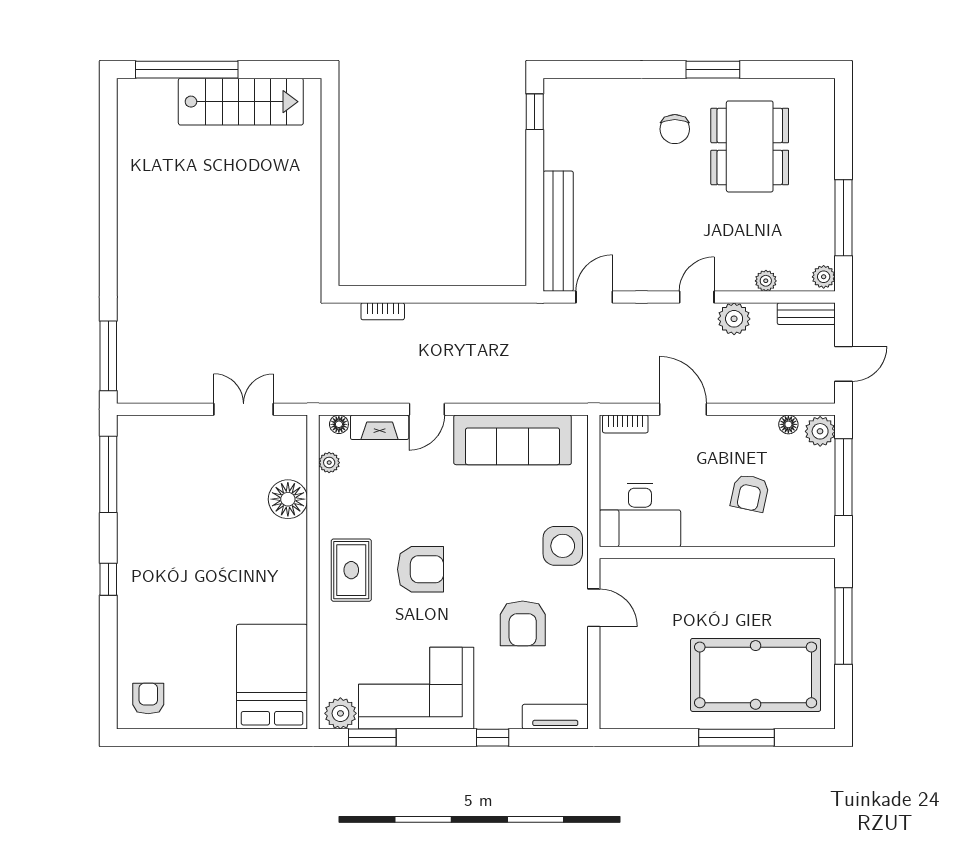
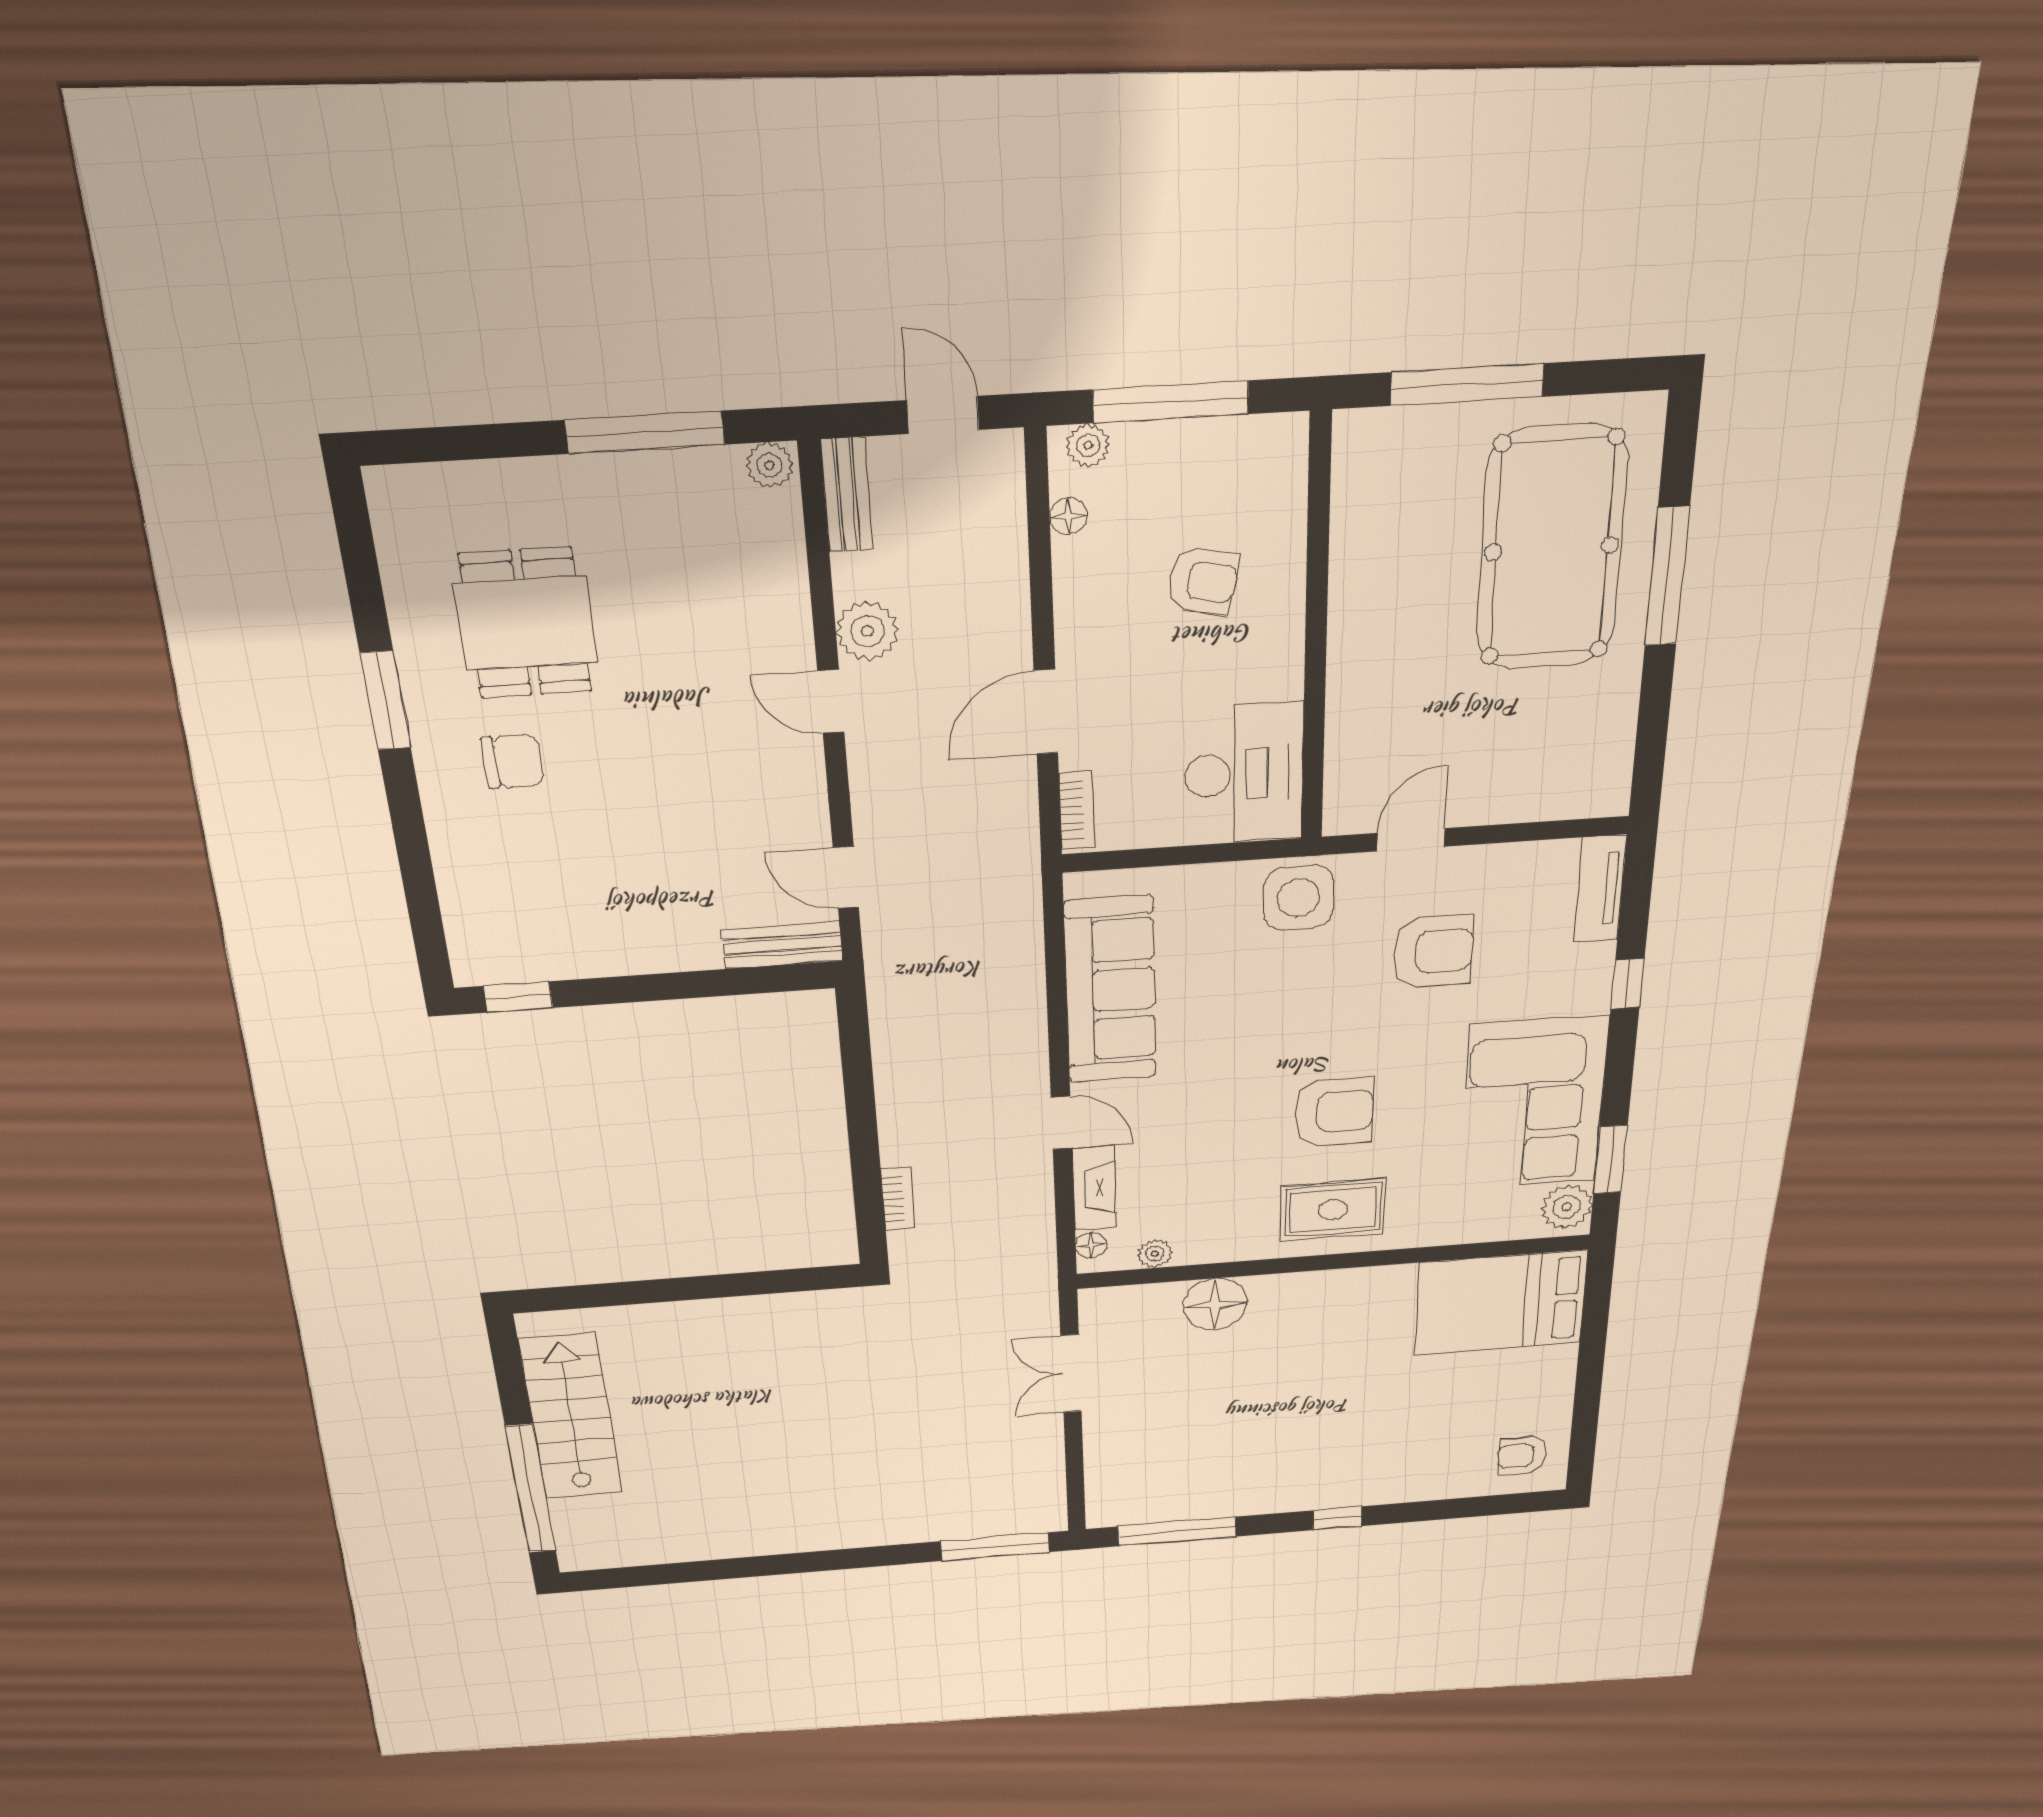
dining table: (750, 146) -> (526, 623), width x0.73
bench: (558, 231) -> (782, 945), width x0.54, depth x0.82
plant: (766, 281) -> (788, 577), removed
plant: (820, 431) -> (1088, 445), width x0.73, depth x0.73
armchair: (421, 569) -> (1334, 1112), turned 90

